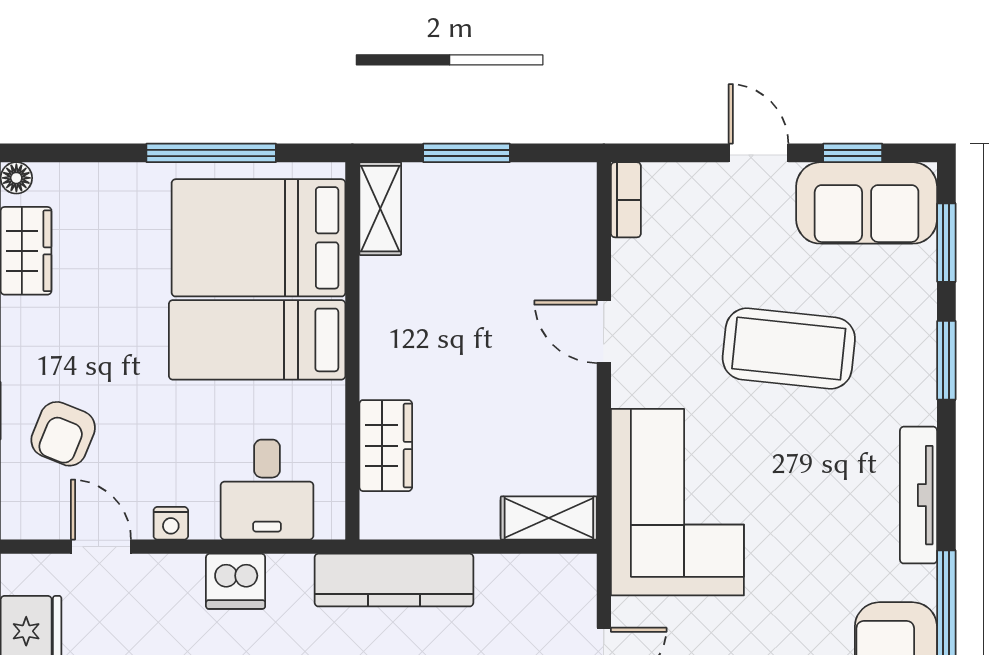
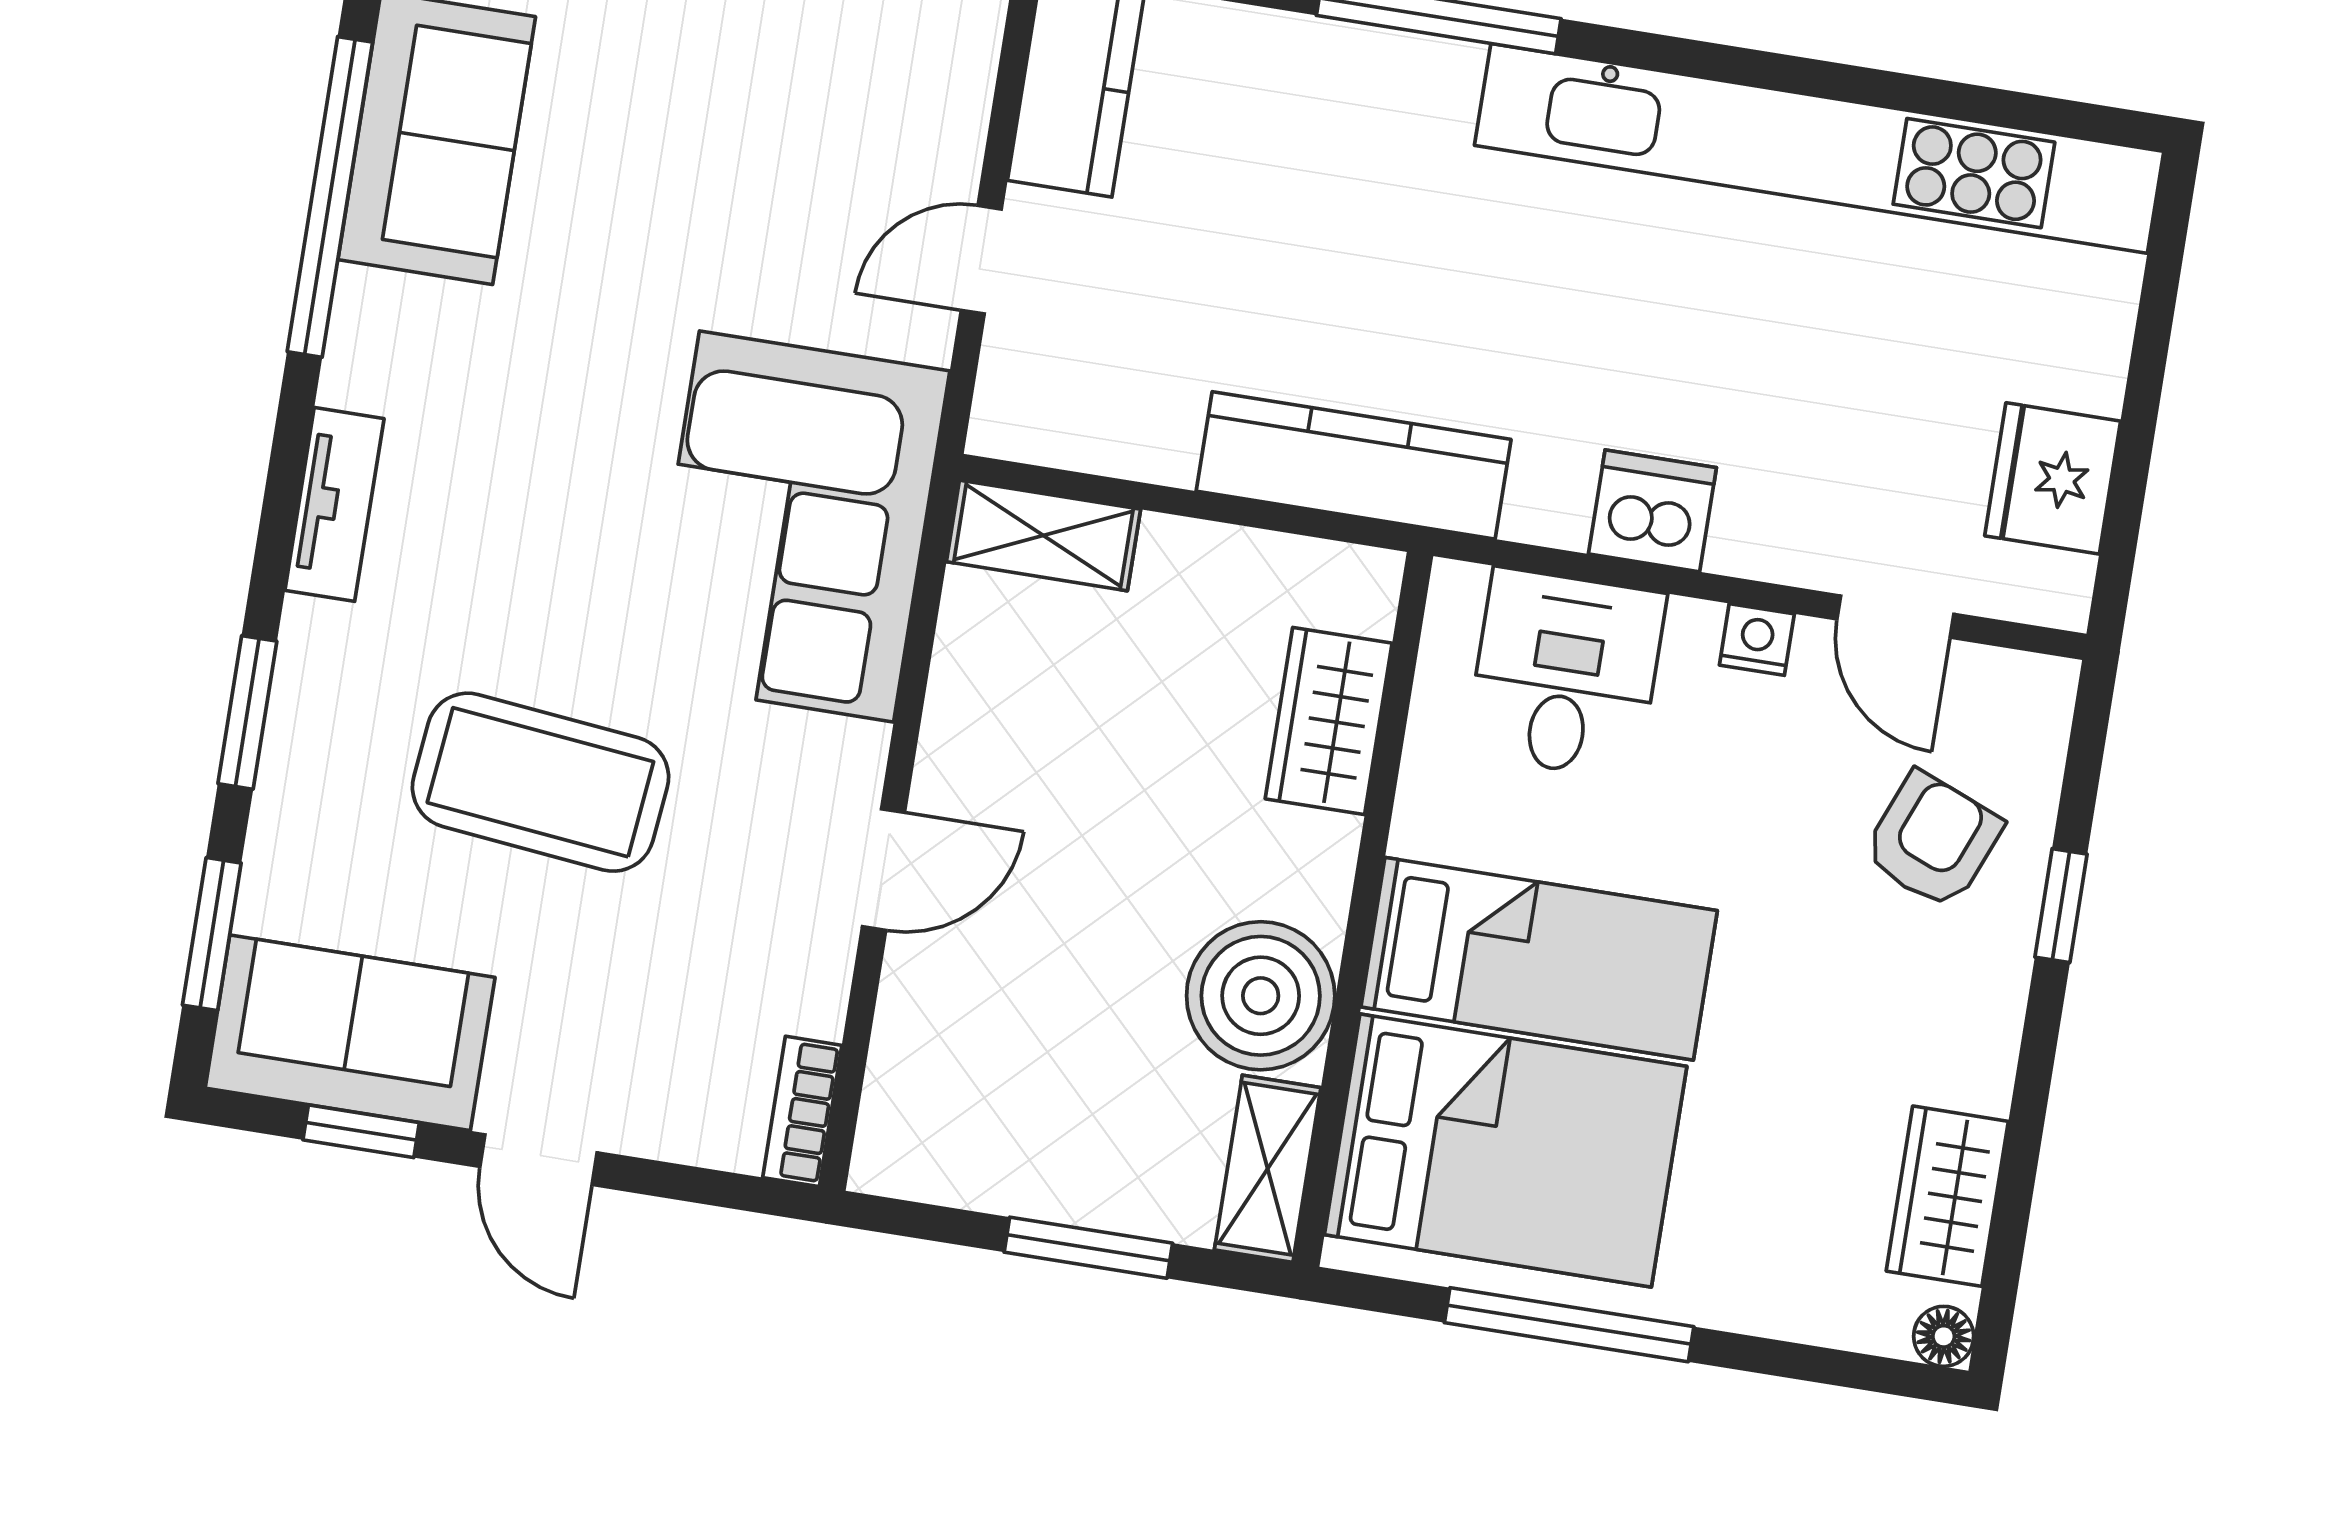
boiler: (398, 298) -> (1261, 996), added
door: (604, 332) -> (884, 870), hinge flipped
tv unit: (918, 495) -> (334, 504), width x0.71

